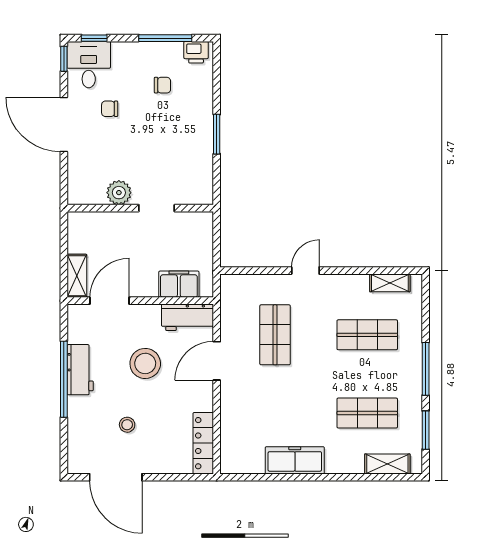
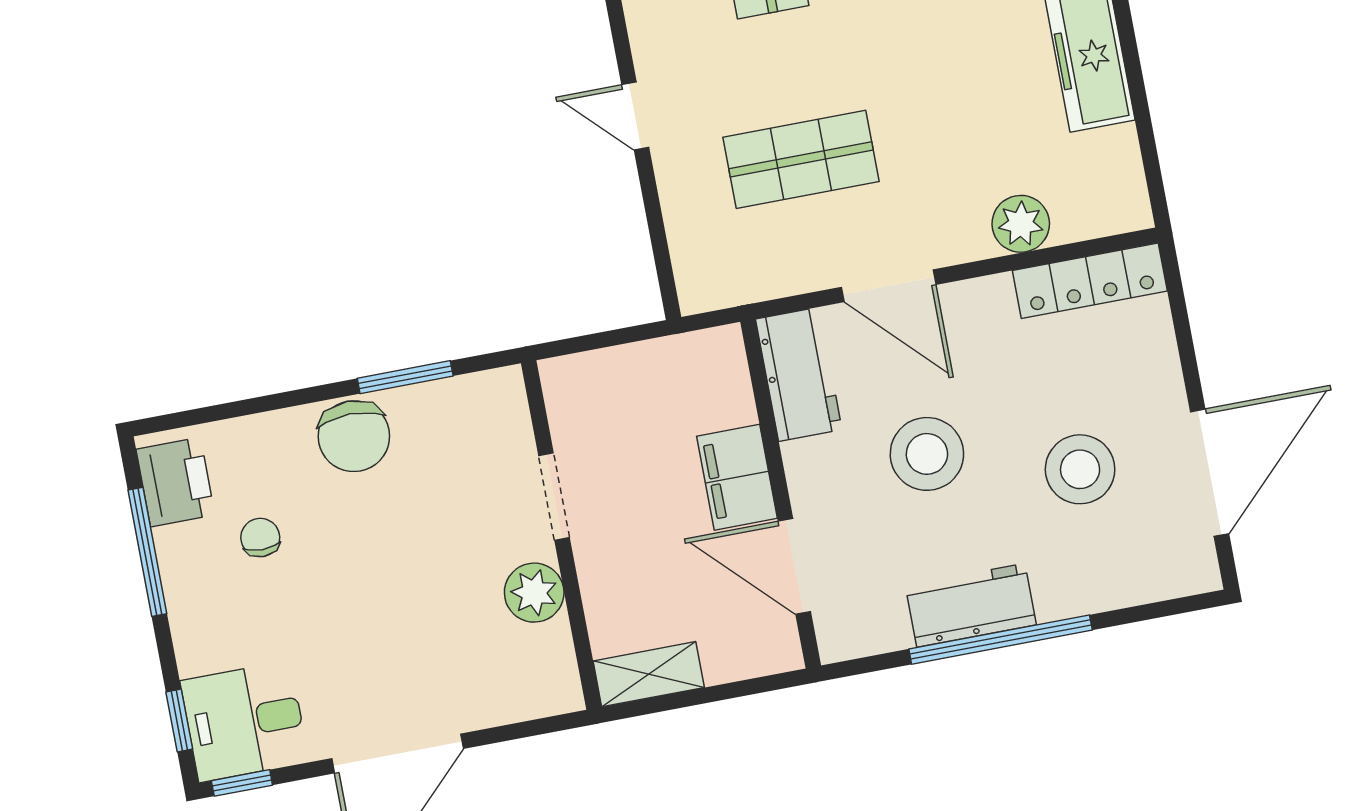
printer: (196, 52) -> (175, 482), width x1.36, depth x1.24
chair: (110, 109) -> (354, 436), moved, width x1.87, depth x1.87
window: (217, 134) -> (405, 377), moved
shelving: (77, 276) -> (649, 674), moved
filing cabinet: (179, 284) -> (737, 477), moved
plant: (232, 419) -> (1021, 224), added
stool: (127, 425) -> (1080, 469), width x1.89, depth x1.89

